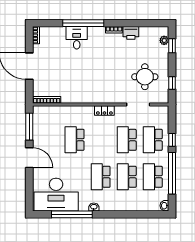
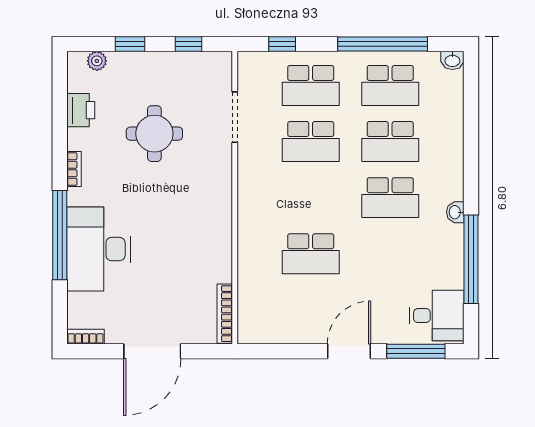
printer: (131, 33) -> (81, 110), moved
desk: (77, 38) -> (98, 249), width x1.87, depth x1.30
window: (172, 46) -> (130, 44), moved
round table: (145, 77) -> (154, 134), moved
locker: (104, 111) -> (248, 189), removed
window: (29, 127) -> (416, 351), moved
window: (172, 140) -> (282, 44), moved
desk: (56, 195) -> (437, 316), width x0.53, depth x0.77

